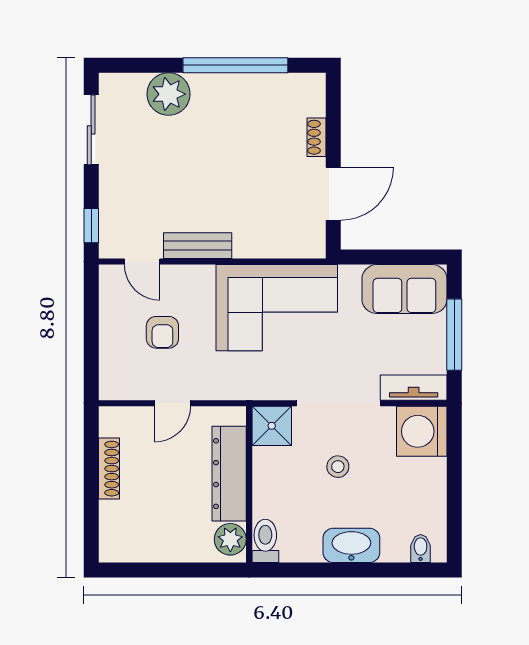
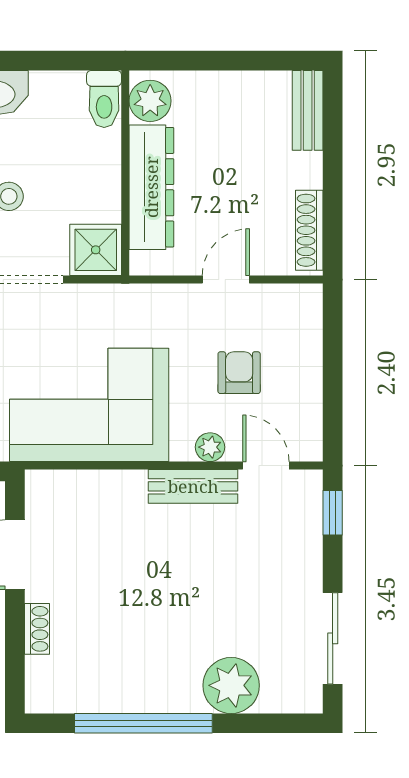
plant: (185, 276) -> (210, 447), added
shoe rack: (109, 469) -> (309, 230), moved
bench: (110, 532) -> (308, 110), added

